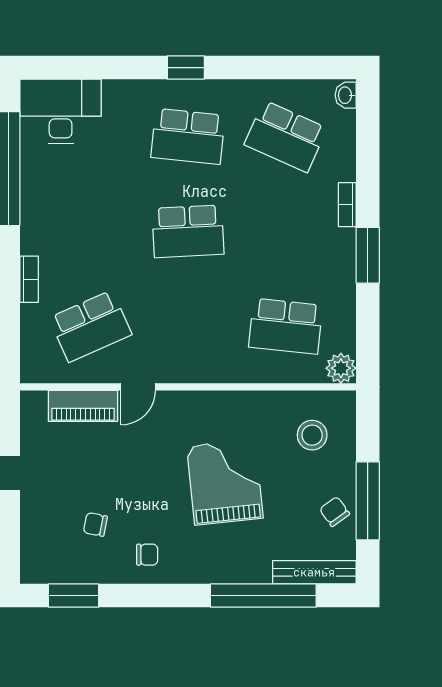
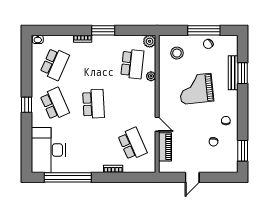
desk: (61, 111) -> (48, 150), width x1.36, depth x1.30
school desk: (188, 136) -> (55, 104), turned -30
plant: (256, 372) -> (151, 76), added
bench: (314, 572) -> (233, 73), moved
window: (263, 596) -> (243, 73), width x0.47

